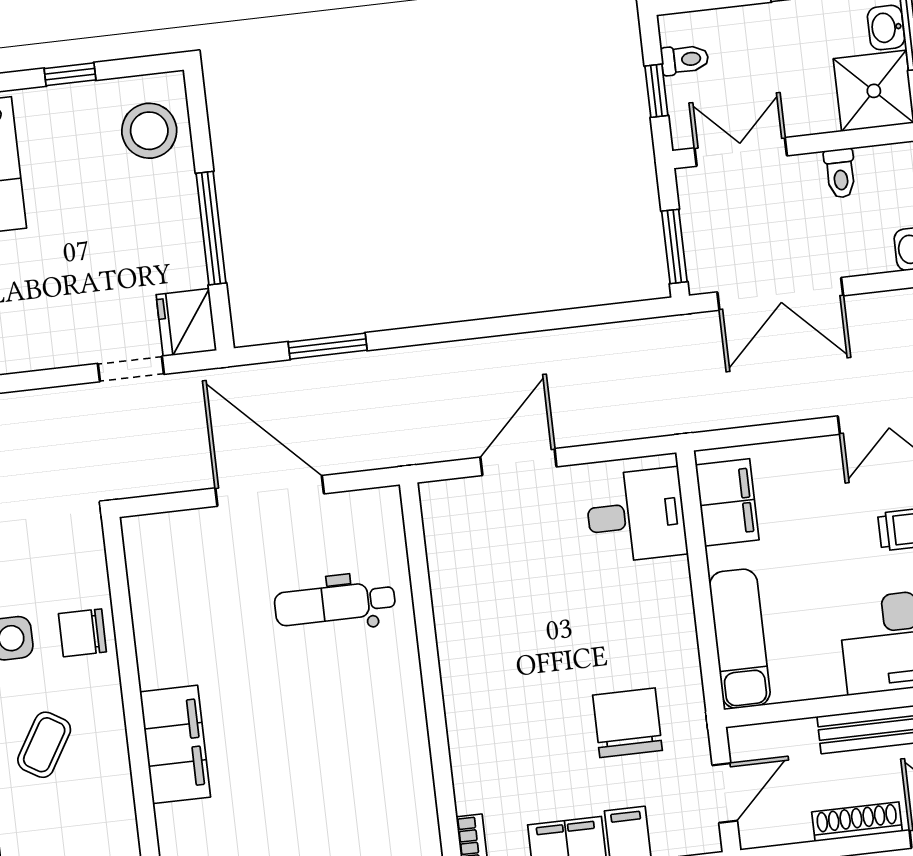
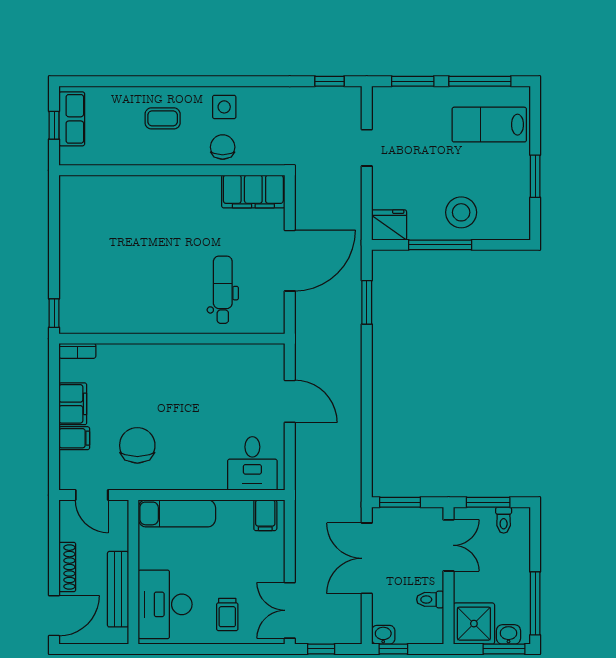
window: (70, 74) -> (535, 176), width x1.50
window: (656, 91) -> (488, 502), width x1.50
stool: (149, 131) -> (461, 212), moved
doorway: (131, 369) -> (367, 148), moved
filing cabinet: (727, 502) -> (265, 515), width x0.50
chair: (627, 723) -> (137, 445), turned -90
filing cabinet: (175, 744) -> (253, 191), moved
coffee table: (44, 745) -> (163, 118), turned -31

